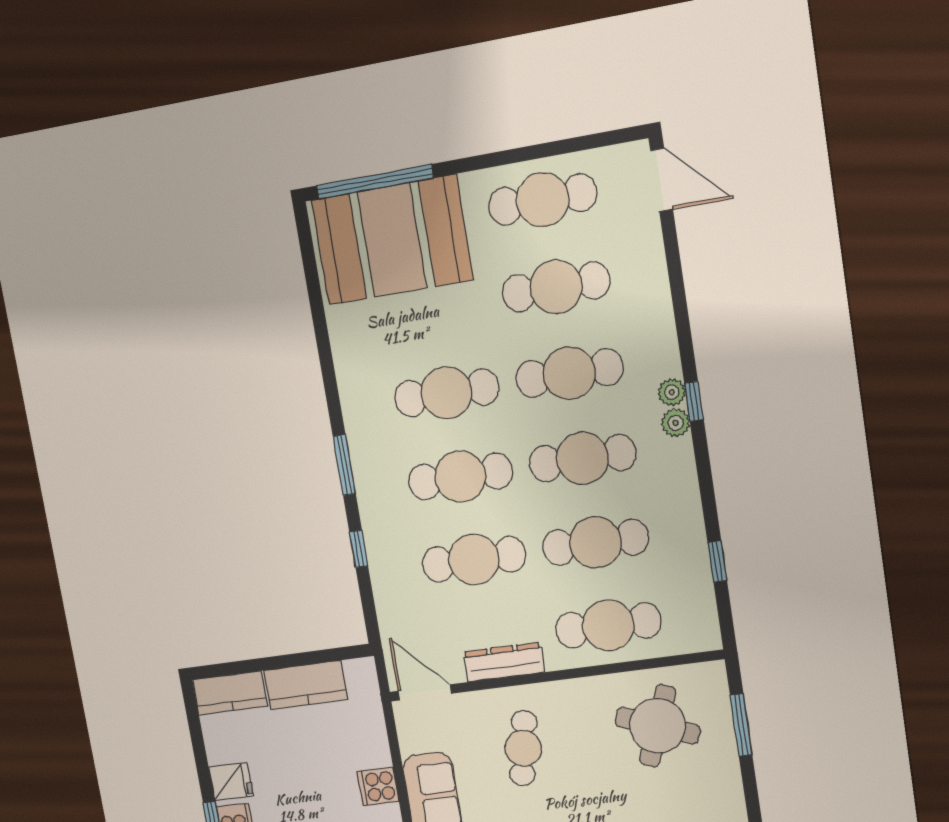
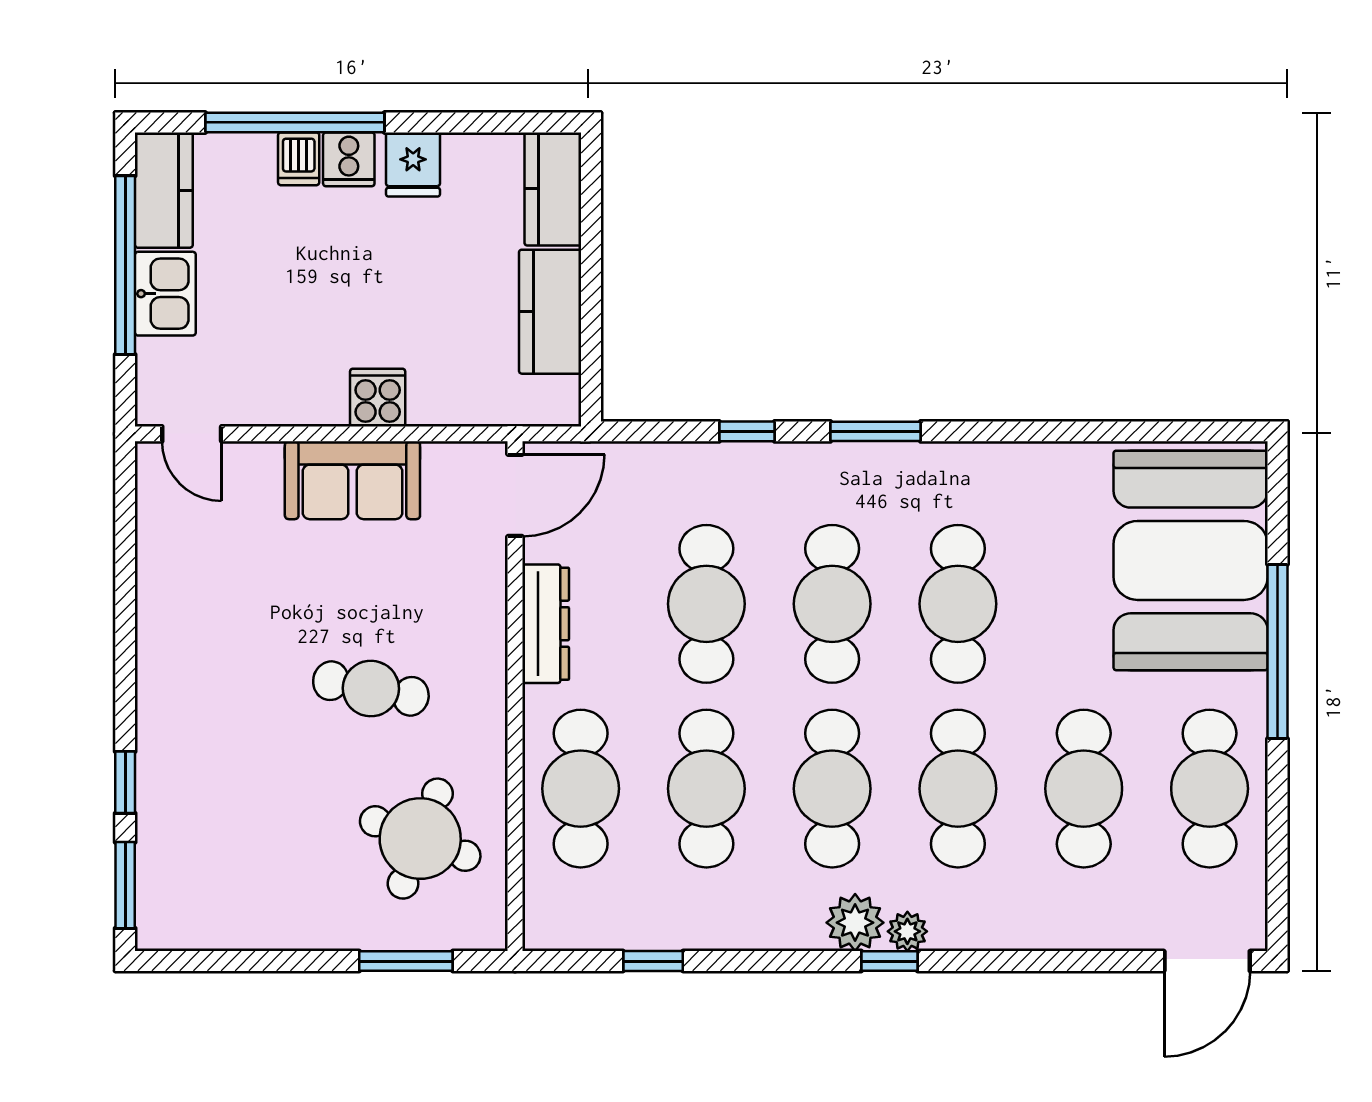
window: (375, 182) -> (1278, 651), moved
plant: (676, 423) -> (855, 923), width x1.38, depth x1.38
cafe table: (523, 748) -> (371, 689), moved

